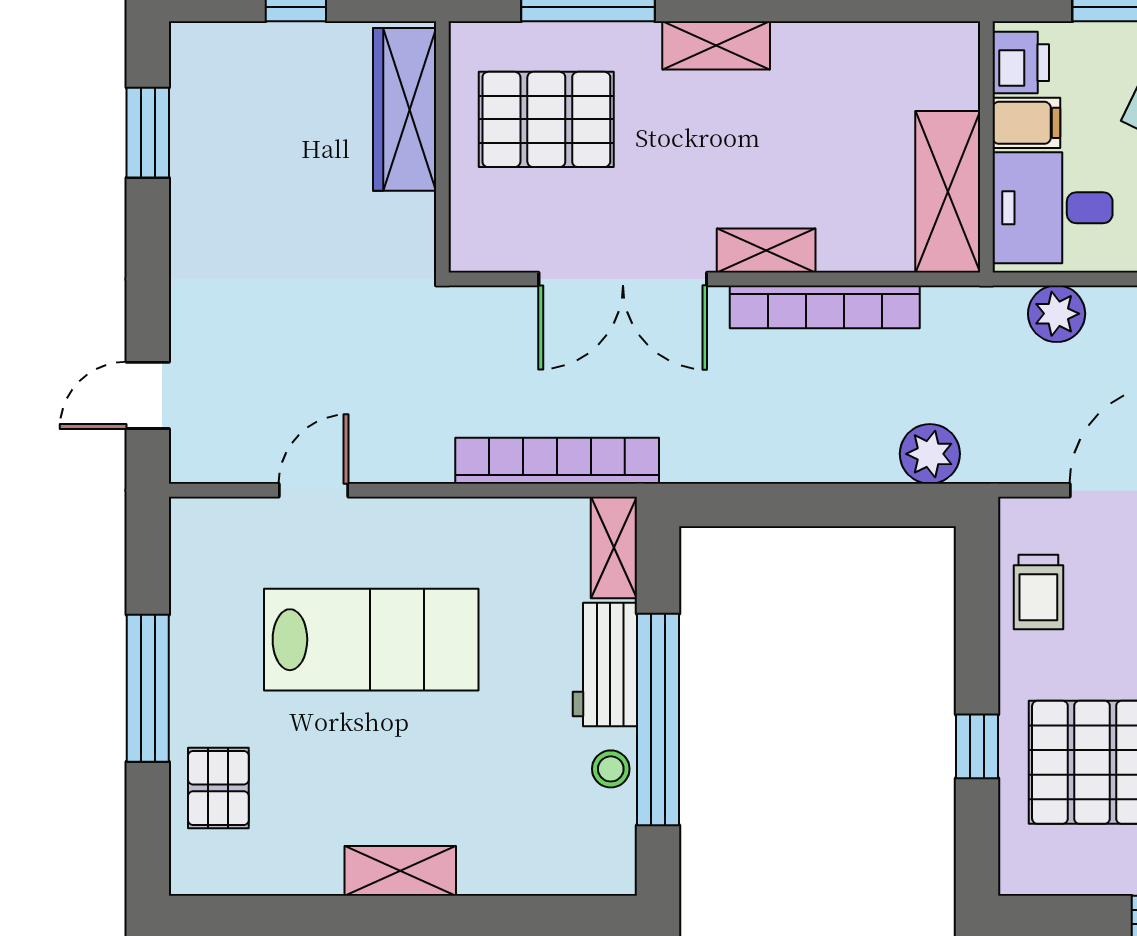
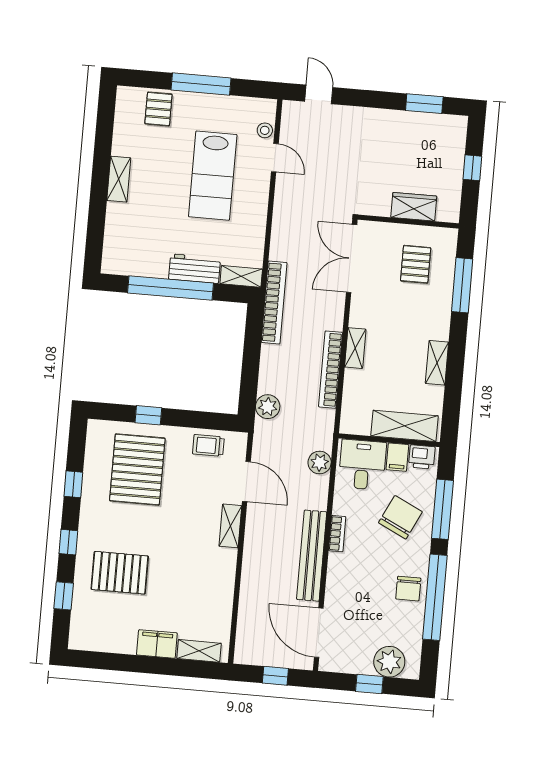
shelving: (716, 45) -> (437, 363), moved
wardrobe: (405, 109) -> (414, 207), width x0.67
pallet: (546, 119) -> (416, 264), width x0.67, depth x0.71
shelving: (948, 192) -> (404, 426), moved
double door: (623, 279) -> (352, 258), moved
bookcase: (557, 461) -> (274, 302), moved
stool: (611, 769) -> (265, 130), moved
pallet: (218, 788) -> (158, 109), turned 90

